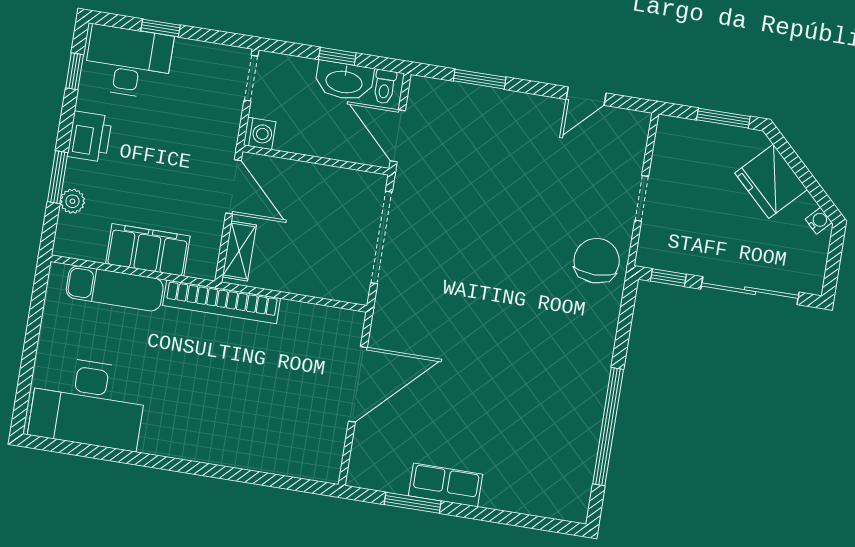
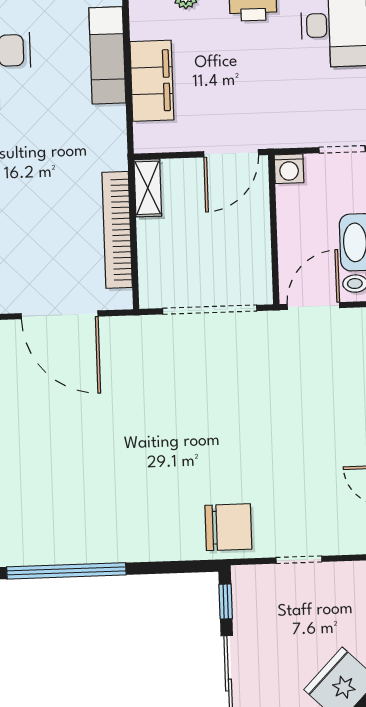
shelving: (239, 251) -> (148, 188), moved, turned 90
bookcase: (222, 302) -> (117, 230), moved

